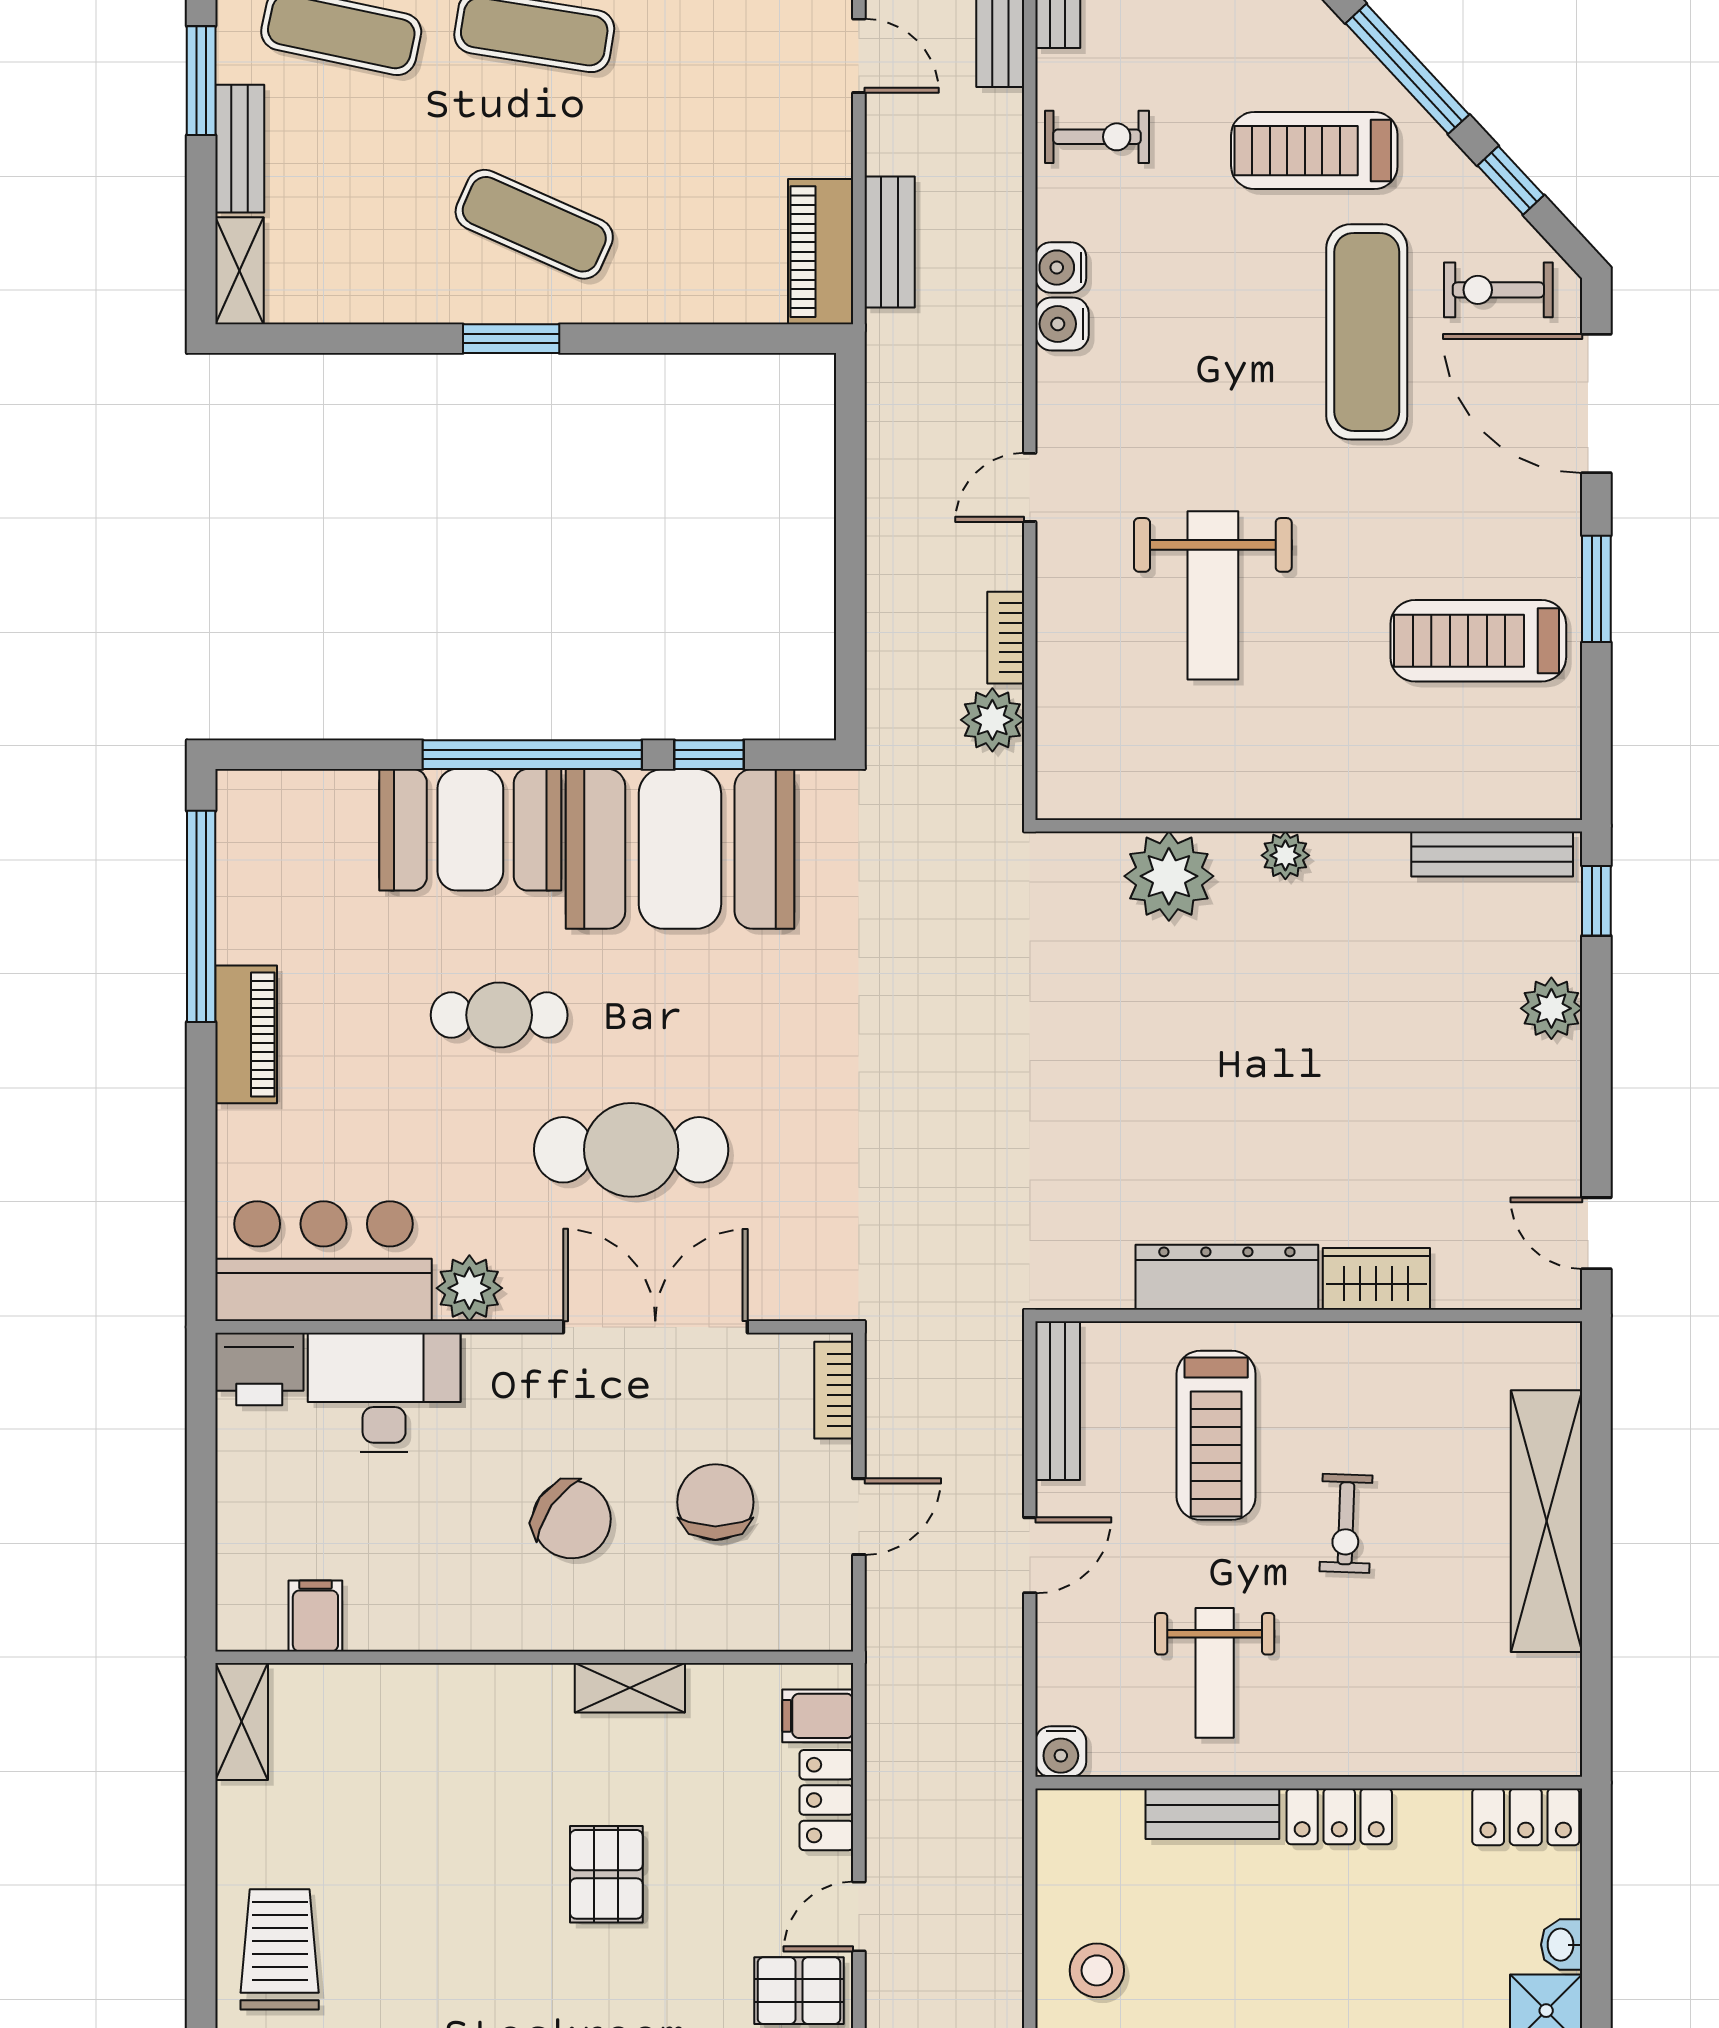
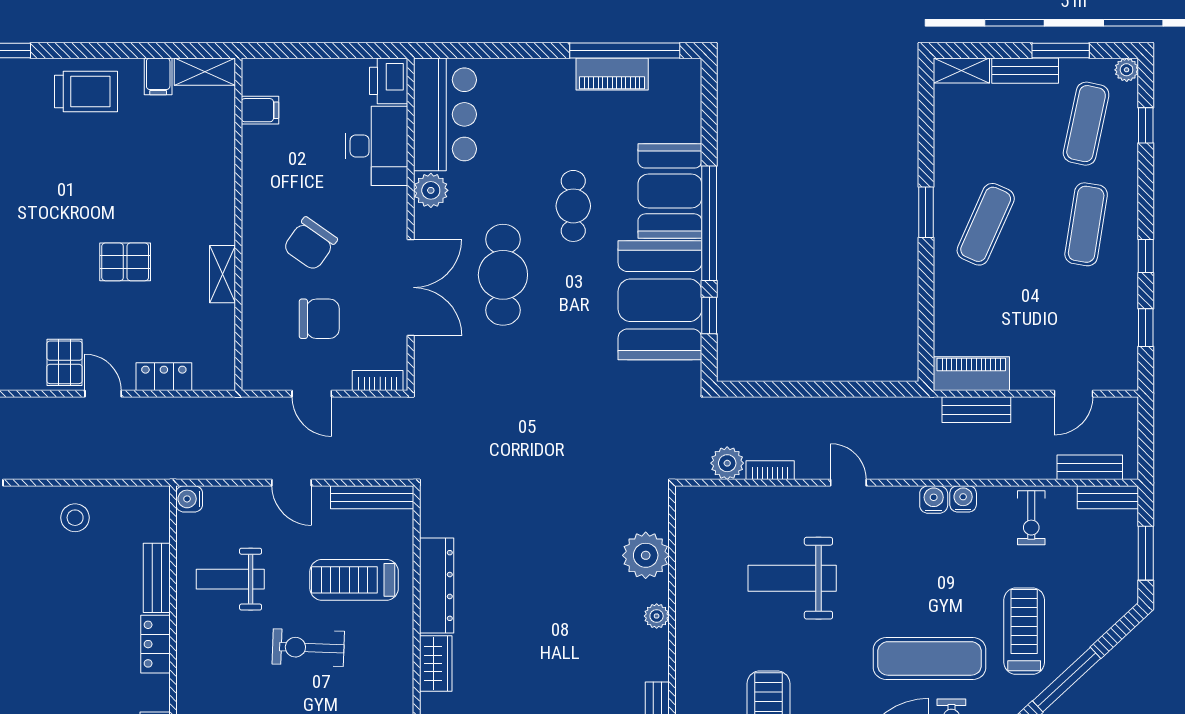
piano: (246, 1034) -> (612, 74), moved
exercise bike: (1346, 1523) -> (308, 648), width x1.38, depth x1.39
filing cabinet: (818, 1716) -> (158, 76), moved, turned 180

